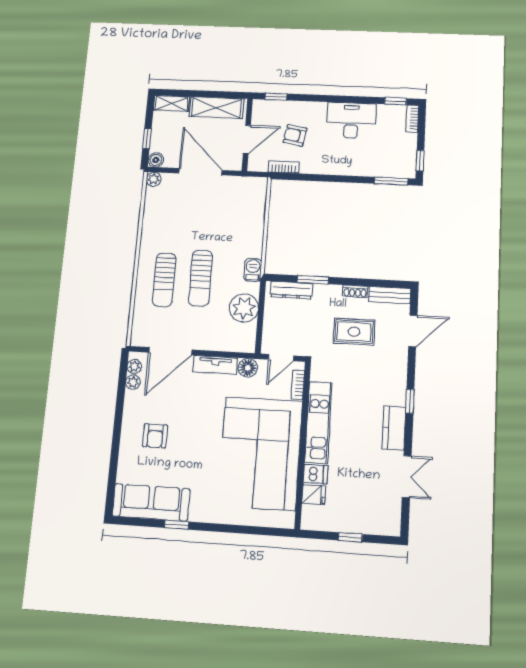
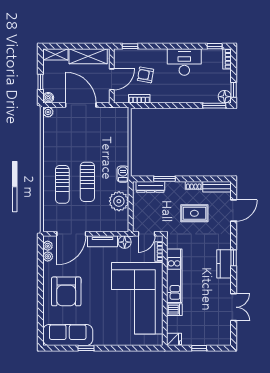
floor lamp: (407, 169) -> (225, 97), added
kitchen counter: (394, 428) -> (224, 264), moved
armchair: (155, 436) -> (66, 291), width x1.88, depth x1.88
fridge: (314, 495) -> (174, 339), moved

